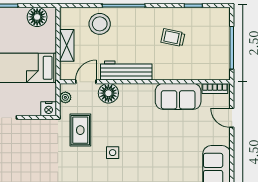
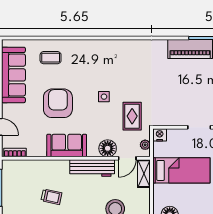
shelving: (67, 45) -> (144, 174), moved
sofa: (178, 96) -> (67, 146), moved
armchair: (165, 145) -> (58, 103), added

